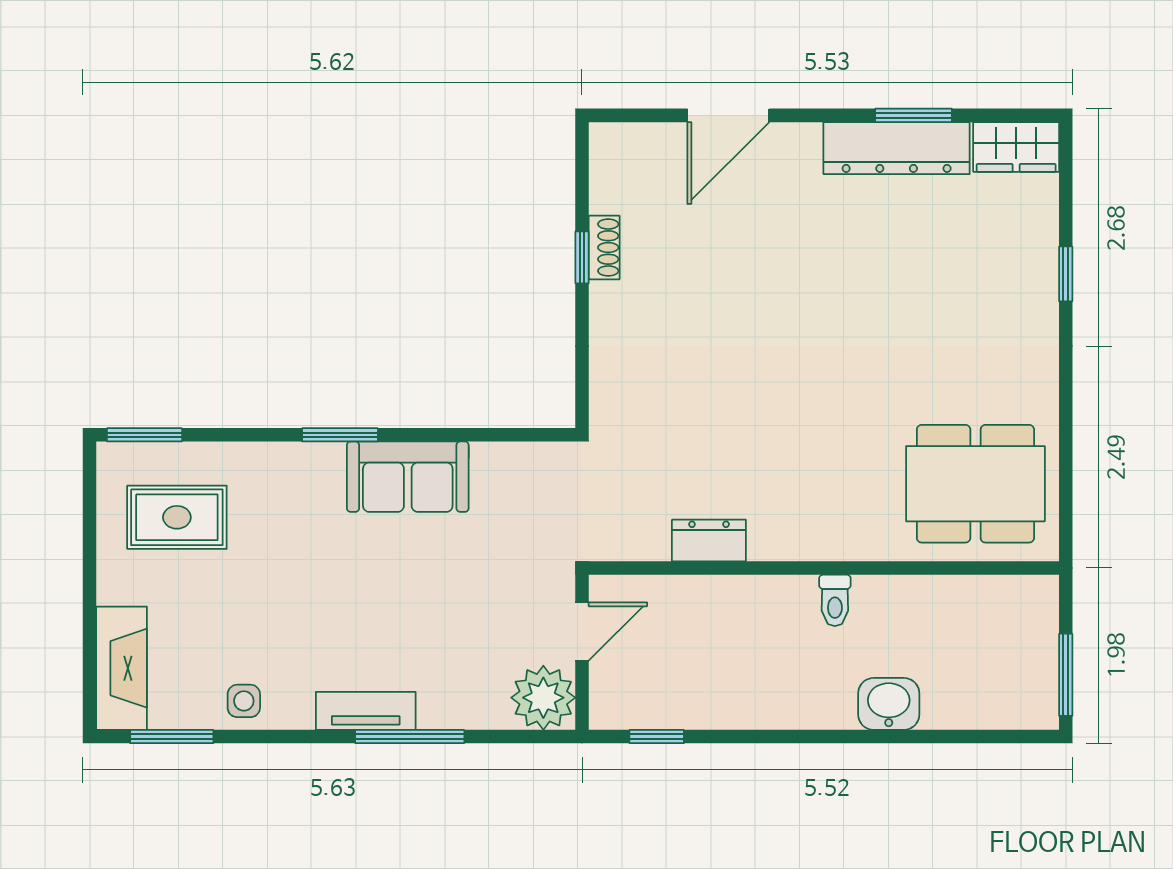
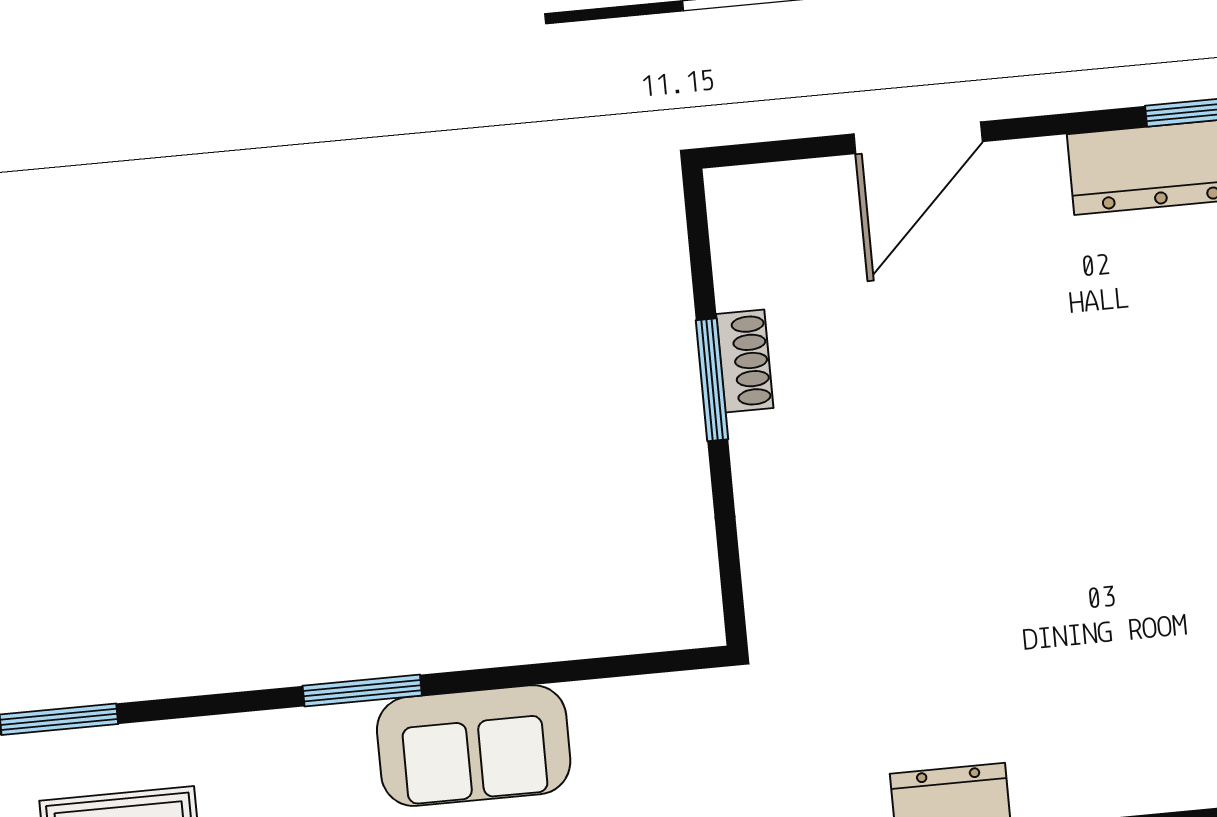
window: (582, 257) -> (712, 380), width x1.50

